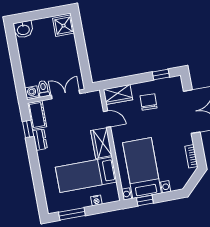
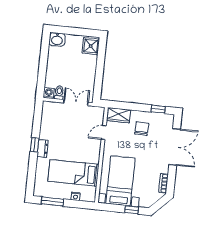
cot: (37, 115) -> (48, 113), removed
door: (107, 119) -> (104, 133), swing flipped
window: (28, 129) -> (35, 145), moved
dresser: (40, 140) -> (43, 148), moved
wardrobe: (101, 143) -> (93, 151), removed
window: (145, 200) -> (132, 210), moved

